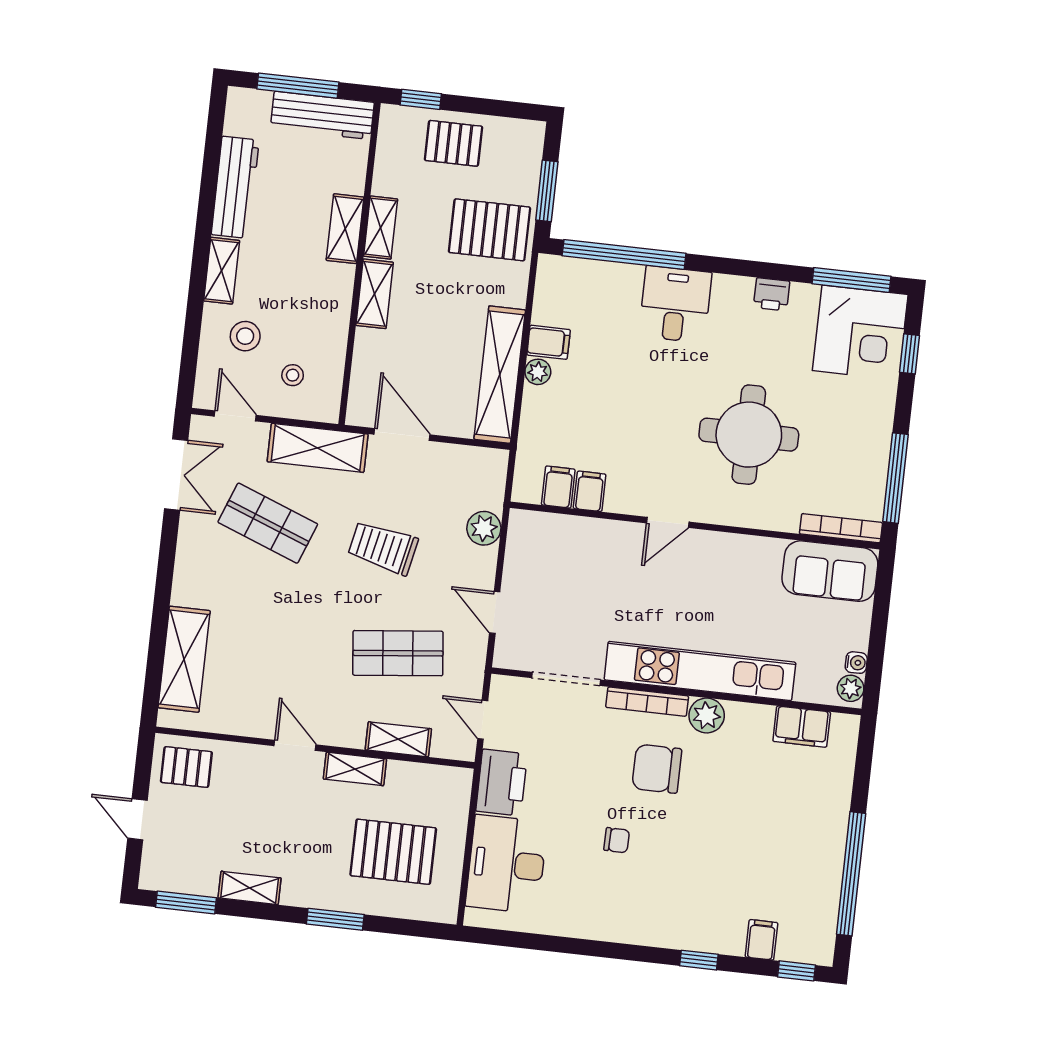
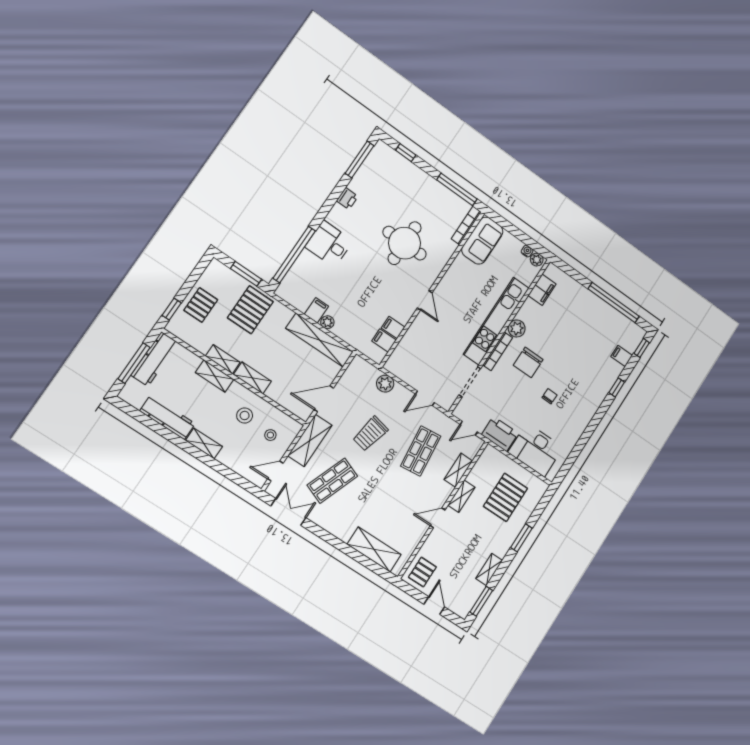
corner desk: (860, 333) -> (385, 169), removed
stool: (245, 336) -> (245, 415), moved
door: (137, 819) -> (434, 606), swing flipped

